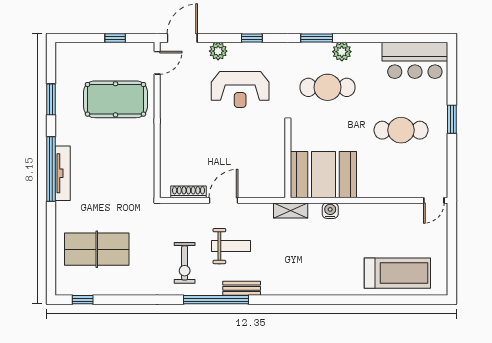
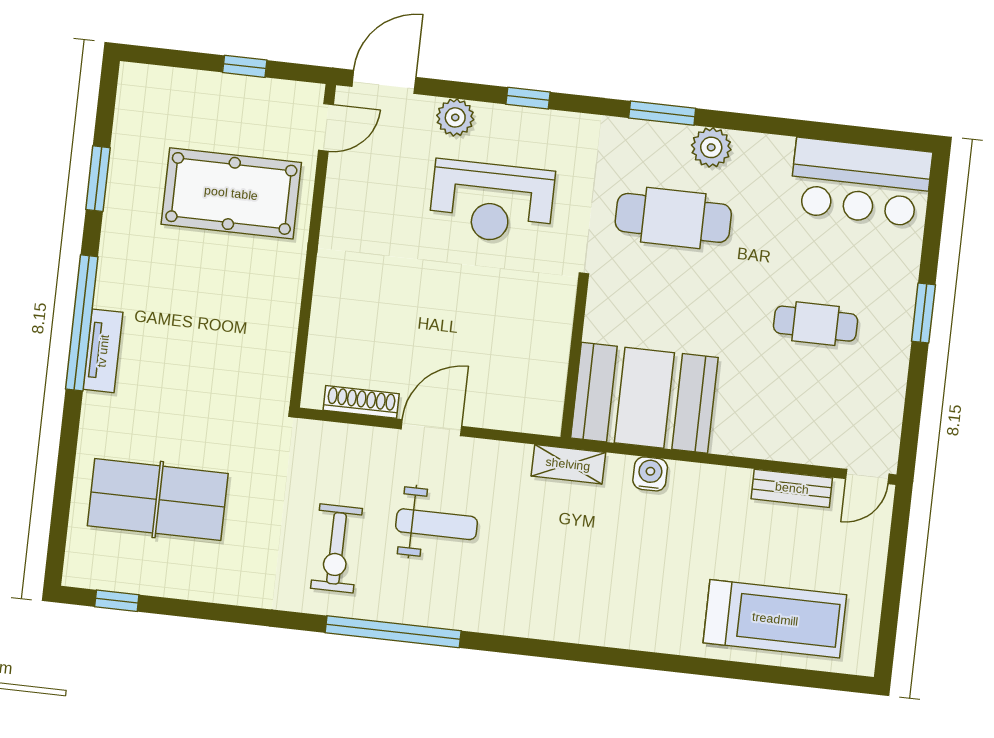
cafe table: (401, 130) -> (816, 324), width x0.73, depth x0.74
tv unit: (63, 173) -> (103, 351), width x0.71
bench: (242, 288) -> (792, 488), moved

